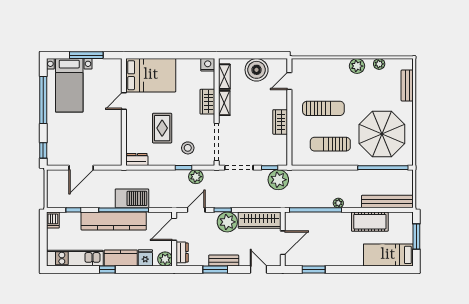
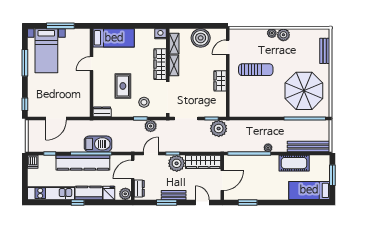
plant: (379, 64) -> (272, 33), moved
bed: (151, 75) -> (114, 38), width x0.67
window: (43, 100) -> (25, 63), width x0.68
wardrobe: (207, 102) -> (160, 64), width x1.50
sun lounger: (330, 144) -> (261, 99), removed

